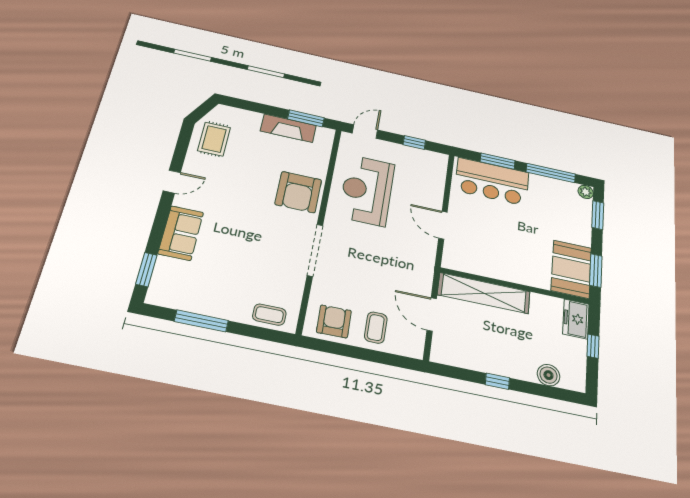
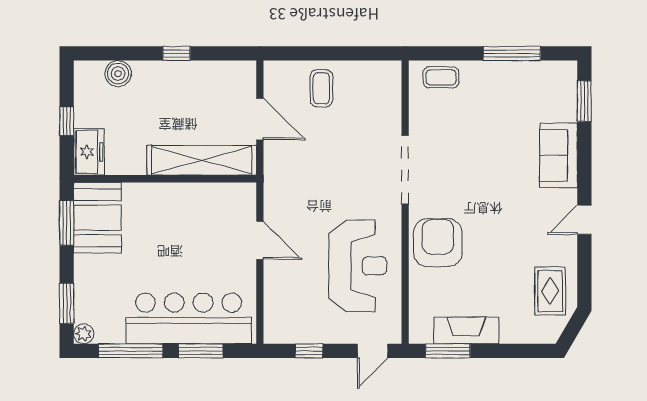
bar counter: (492, 182) -> (189, 318), width x1.36
armchair: (334, 321) -> (369, 85), removed

